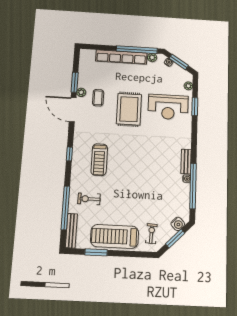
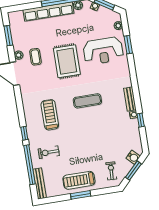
window: (75, 82) -> (8, 36), moved
window: (69, 154) -> (24, 133), moved
exercise mat: (142, 154) -> (87, 101), added
treadmill: (99, 160) -> (50, 115), turned 180
window: (193, 186) -> (141, 120), width x0.32
treadmill: (115, 236) -> (79, 180), width x0.73, depth x0.73
window: (96, 252) -> (81, 195), moved

